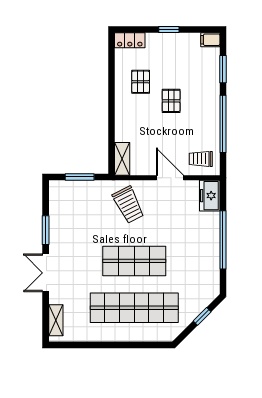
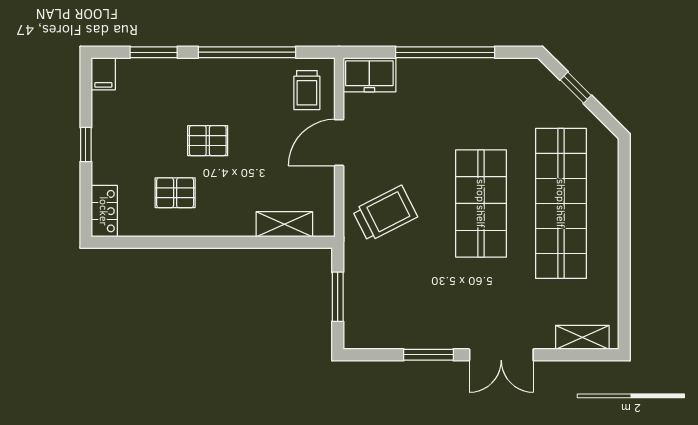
shelving: (122, 159) -> (284, 224), moved

